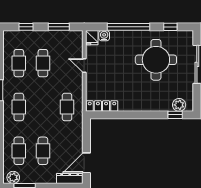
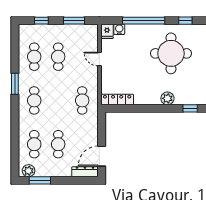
plant: (179, 105) -> (167, 98), moved

